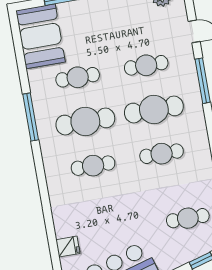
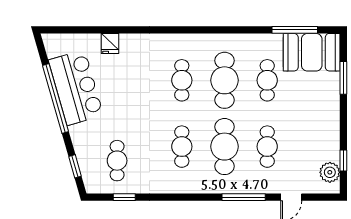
window: (31, 117) -> (295, 30), moved

